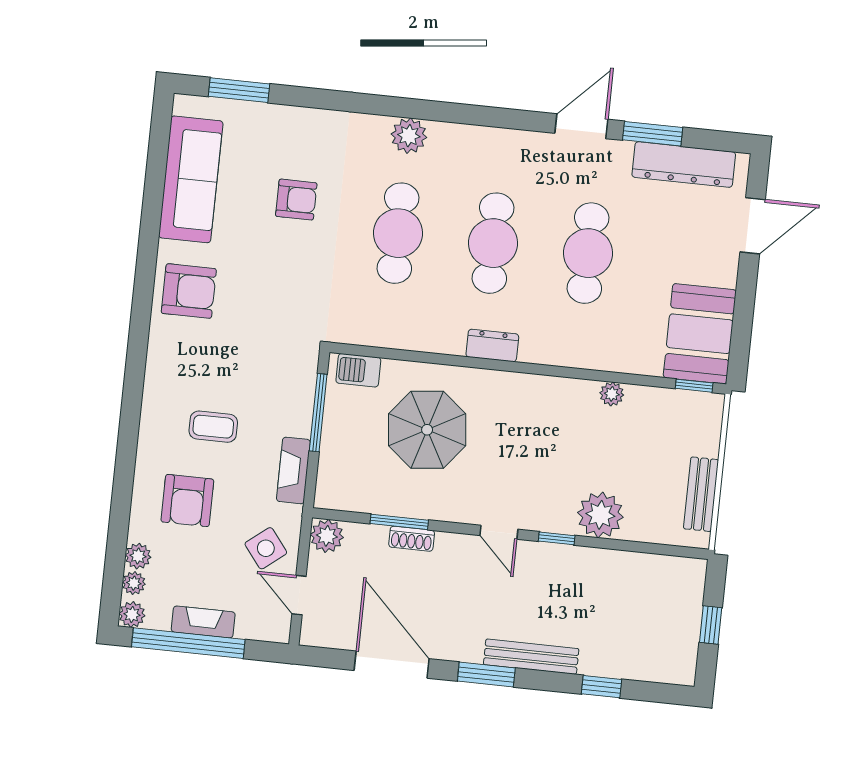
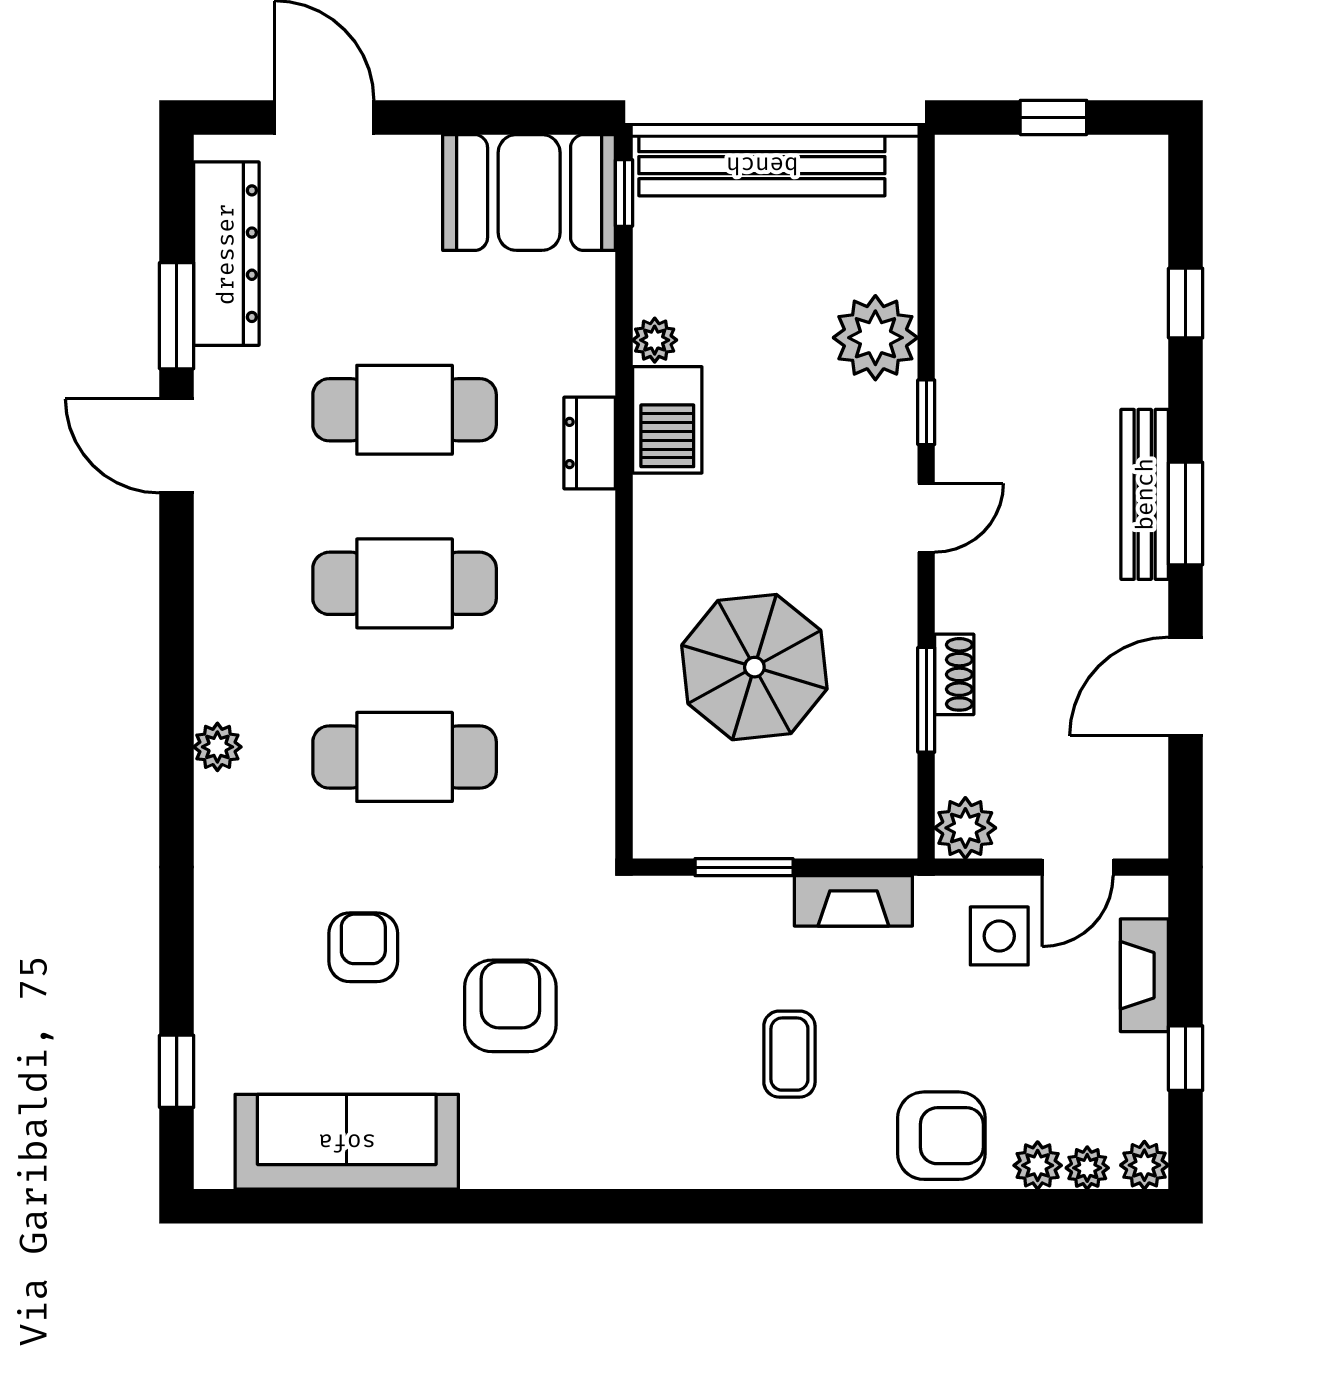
window: (239, 90) -> (177, 1071), width x0.67
plant: (409, 136) -> (217, 747), width x0.73, depth x0.73
armchair: (189, 291) -> (510, 1006), moved
dresser: (492, 345) -> (590, 443), moved
barbecue: (358, 370) -> (667, 420), moved, width x1.38, depth x1.27
window: (318, 413) -> (744, 867), width x0.69
bench: (701, 494) -> (762, 165), width x1.86, depth x1.21
armchair: (187, 501) -> (941, 1136), moved
side table: (266, 548) -> (999, 936), turned 38
fireplace: (203, 622) -> (1144, 975), moved
window: (188, 643) -> (1186, 1058), width x0.32
bench: (531, 657) -> (1145, 494), moved
door: (392, 665) -> (1186, 686), width x0.73

